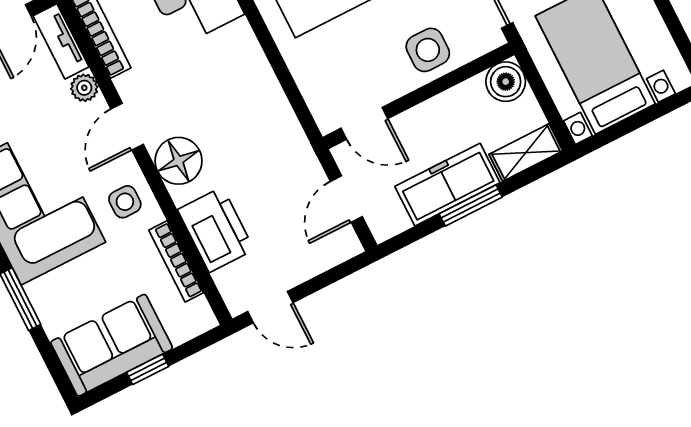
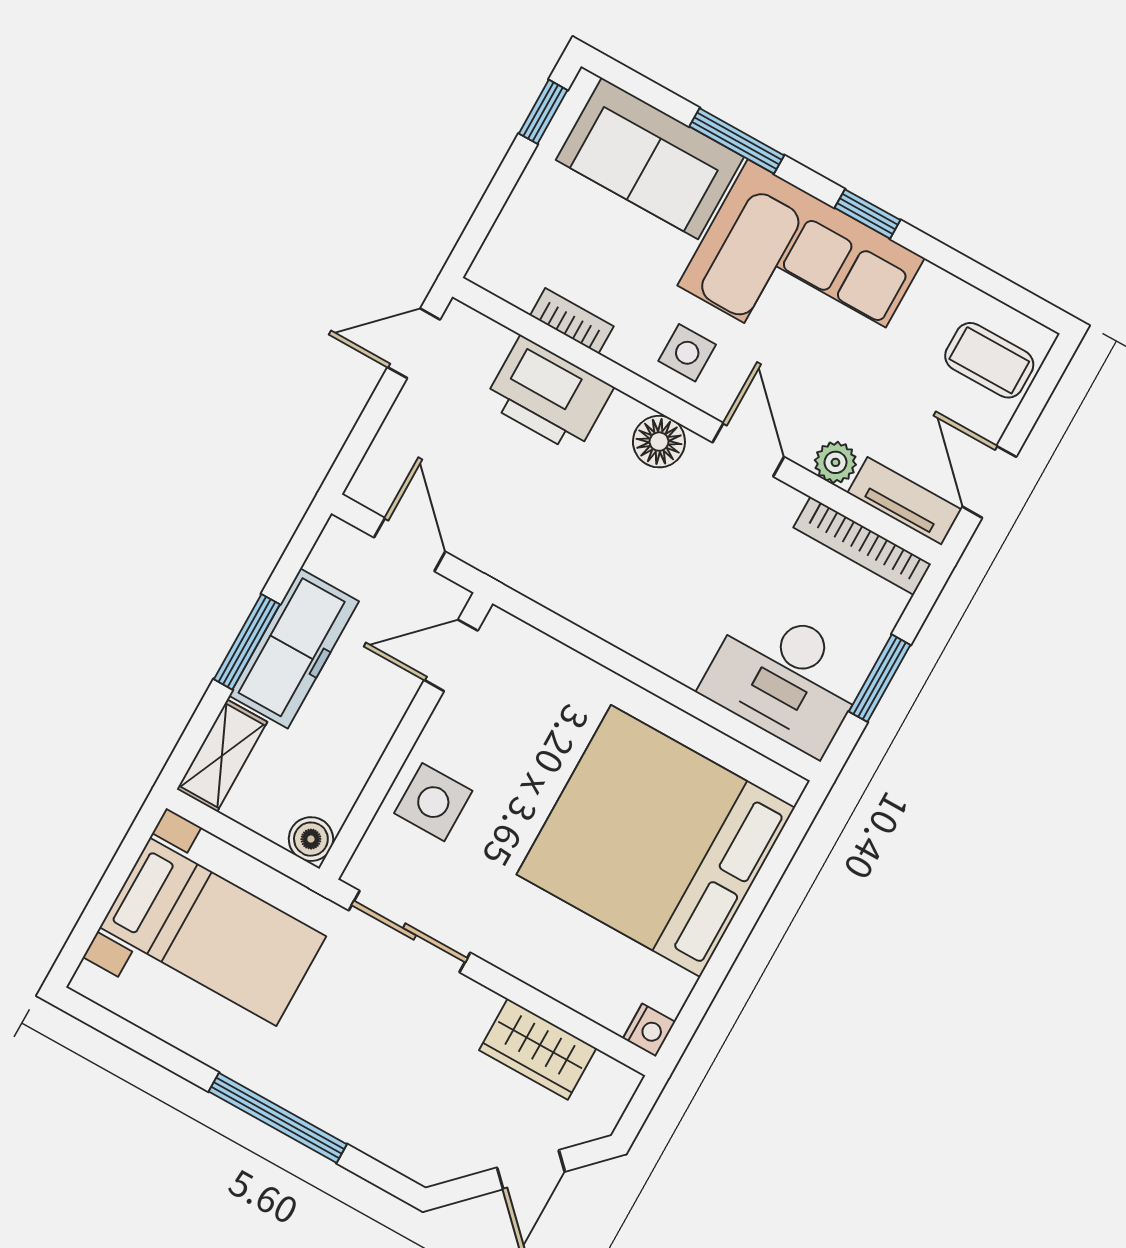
boiler: (506, 82) -> (311, 839), width x0.73, depth x0.73
floor lamp: (179, 161) -> (659, 442), width x0.73, depth x0.73
bookcase: (176, 261) -> (572, 321), width x0.64
sofa: (112, 345) -> (650, 158), moved, turned 90
window: (148, 369) -> (543, 112), moved

